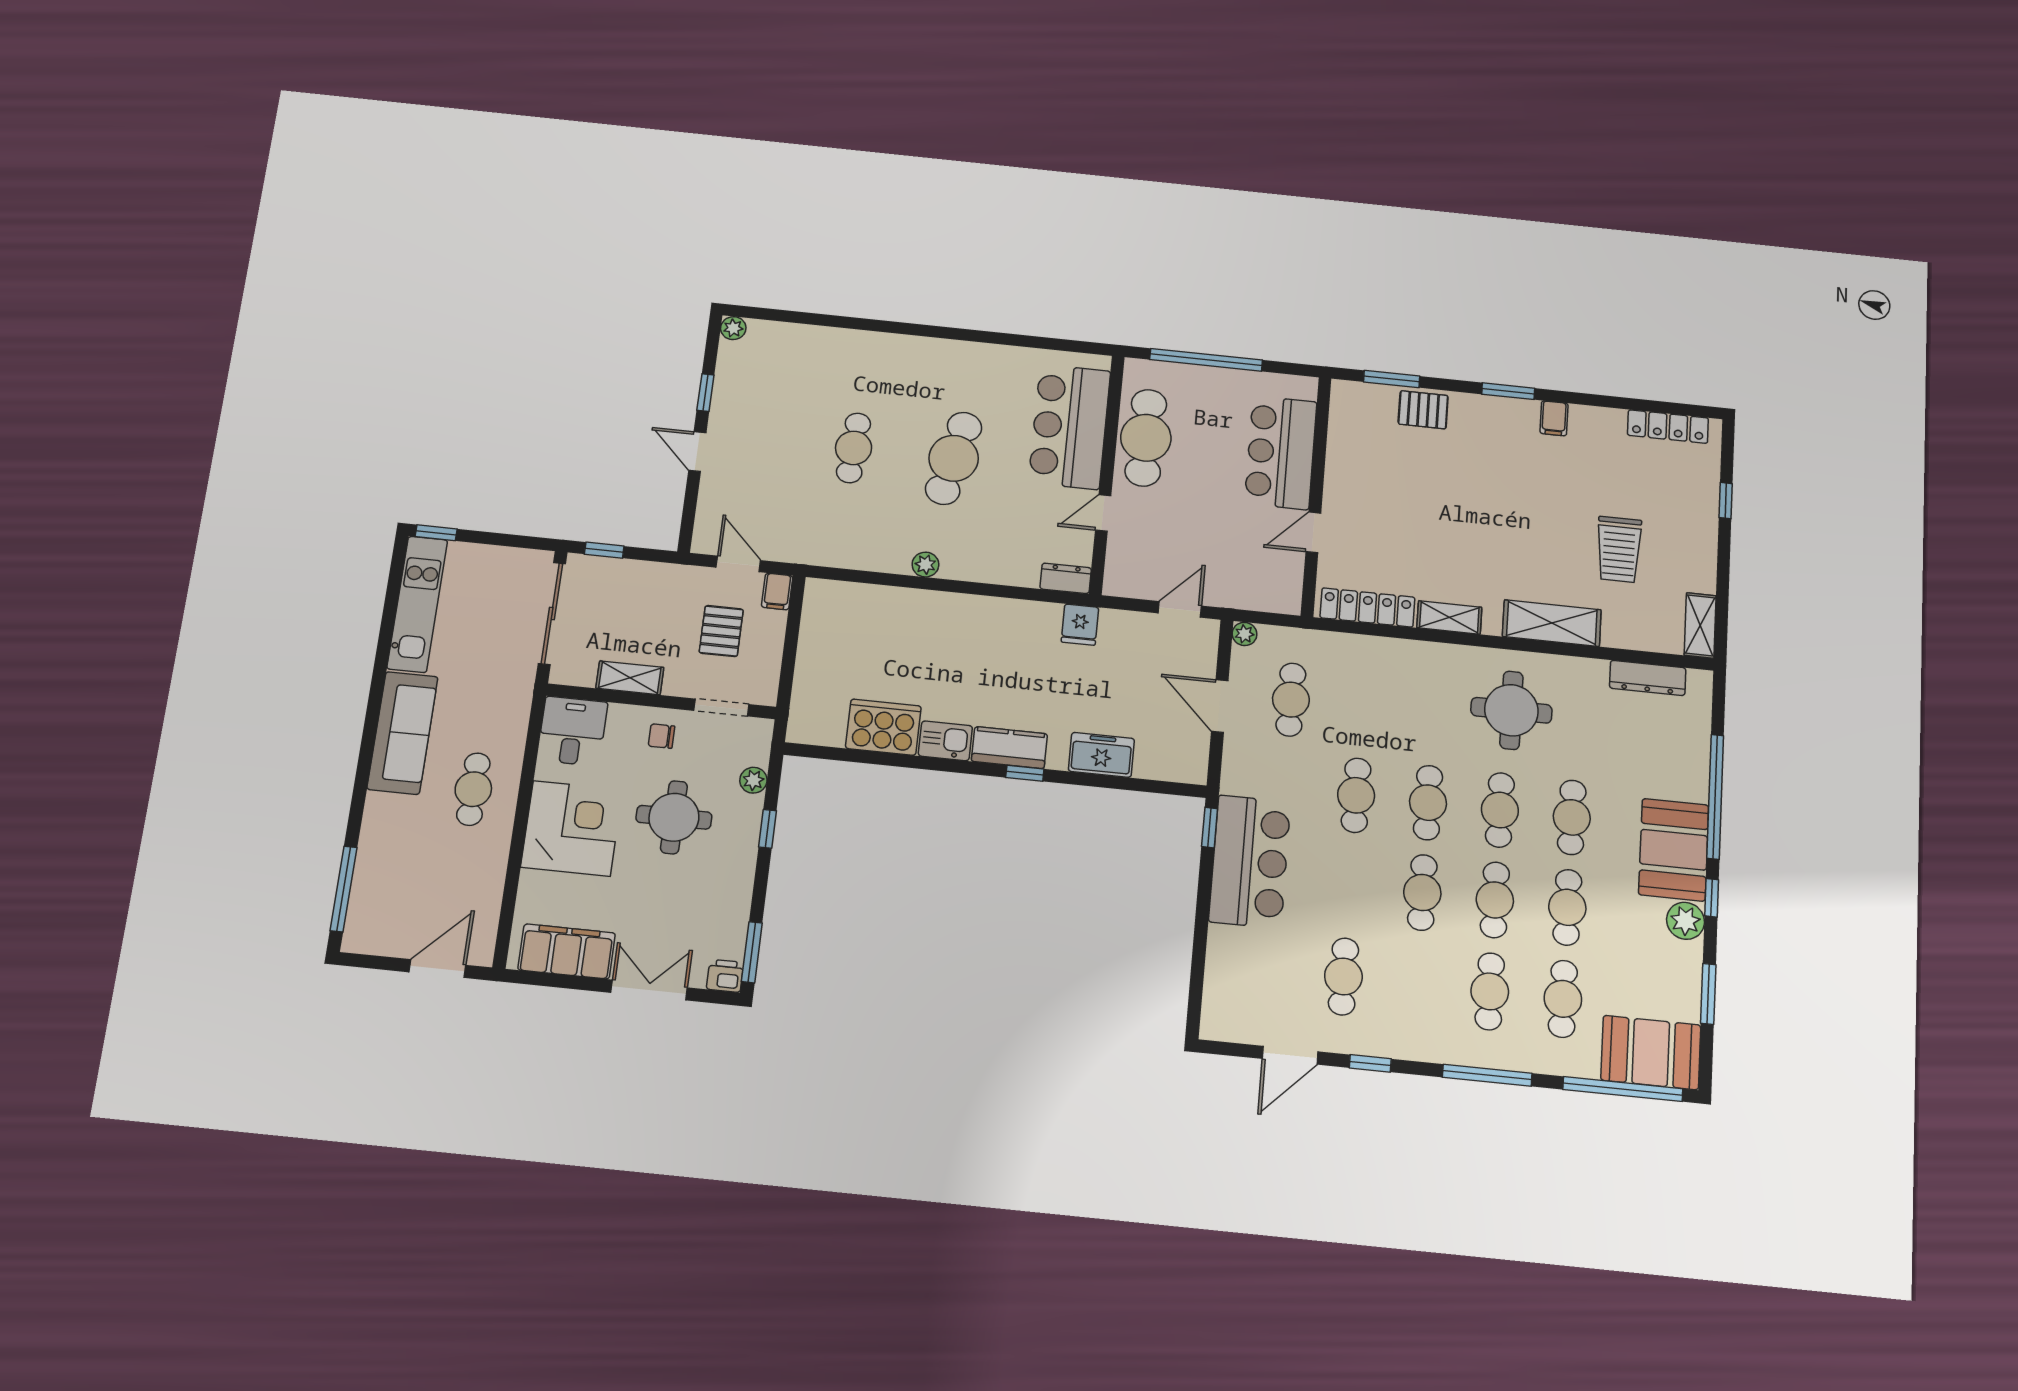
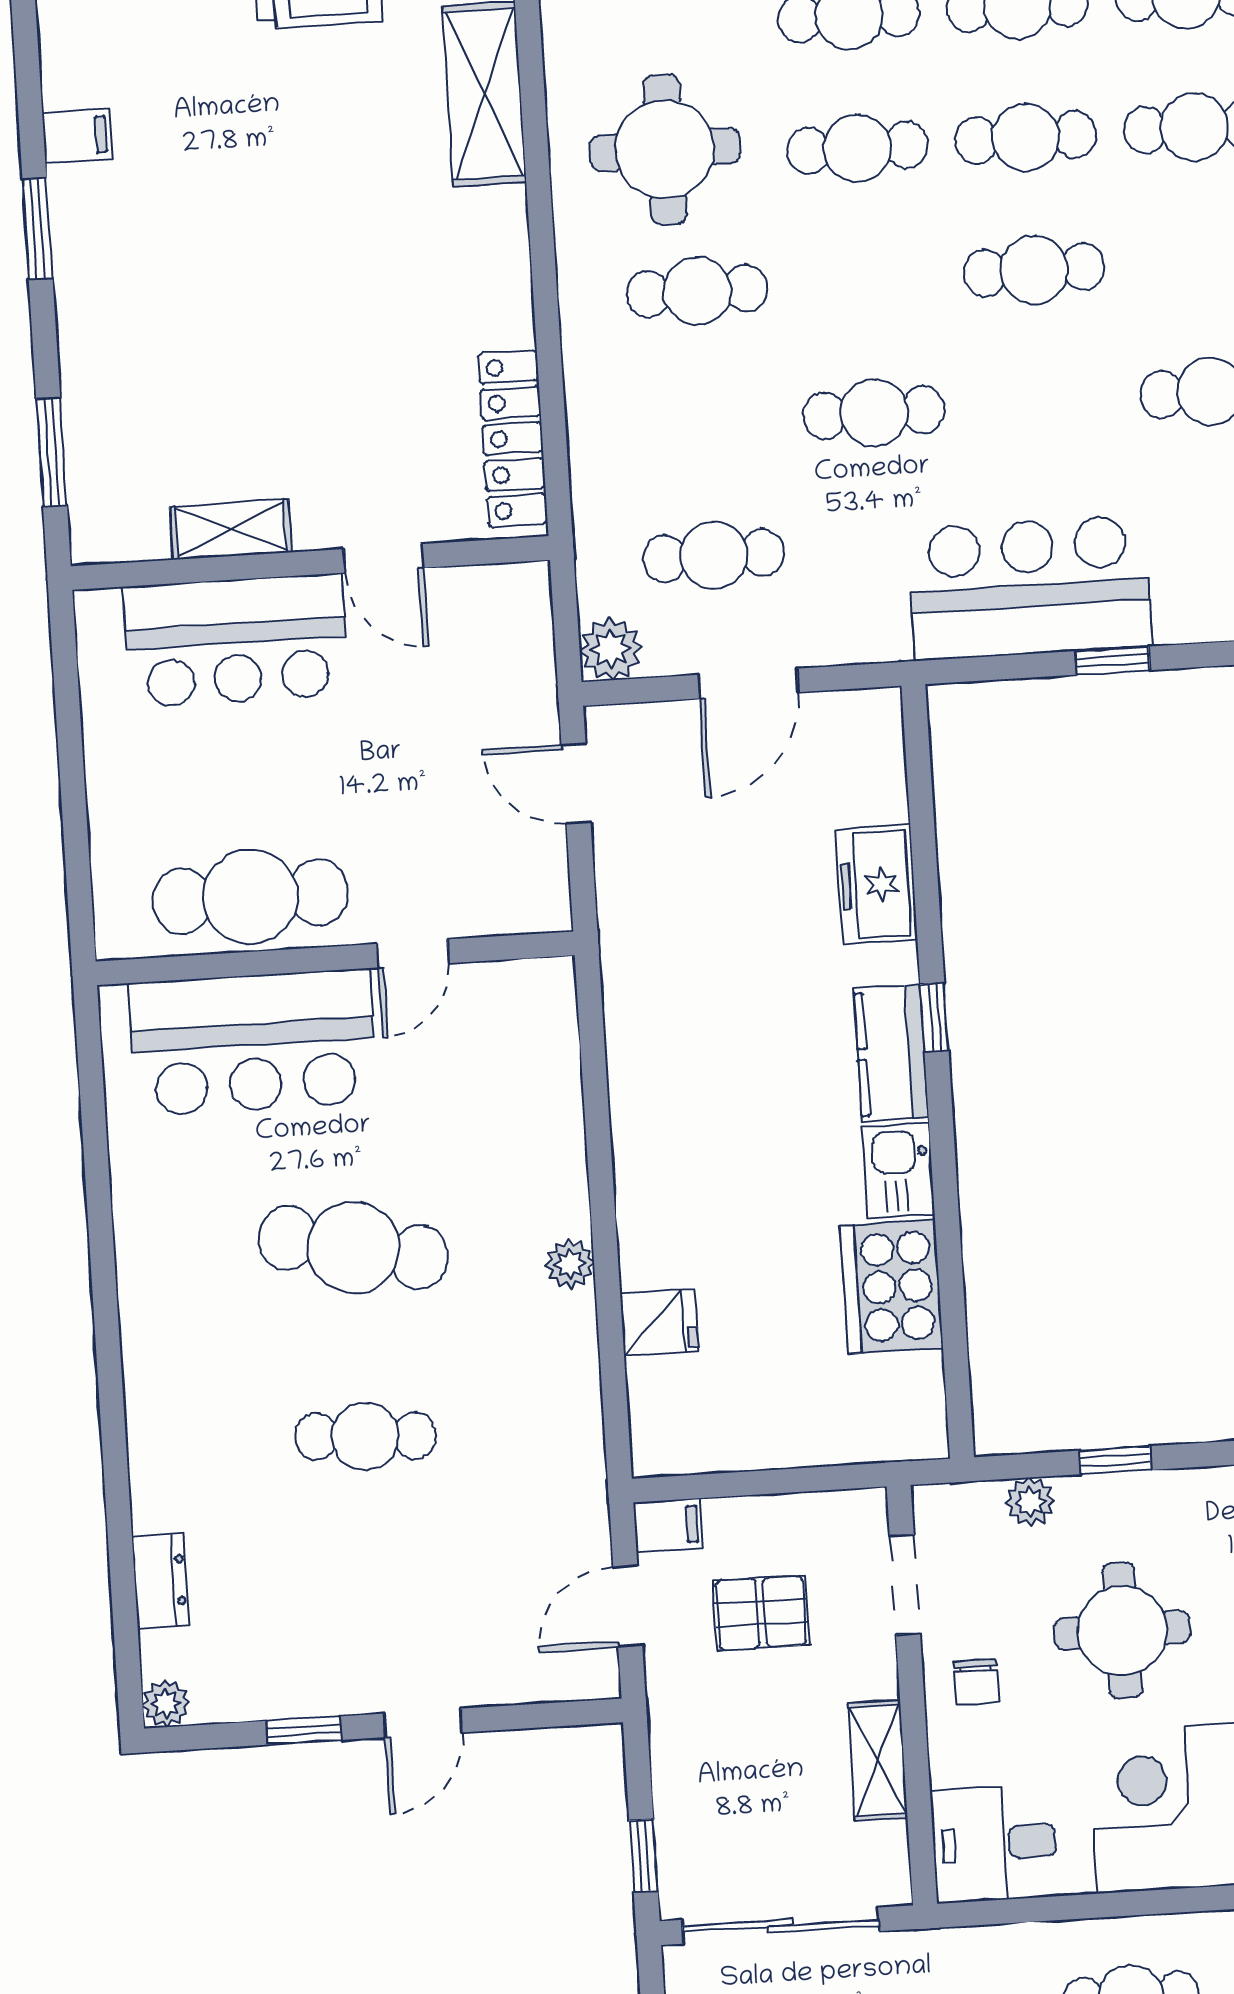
window: (1206, 360) -> (74, 807), removed
pallet: (1423, 410) -> (103, 385), removed
door: (1103, 513) -> (413, 953), hinge flipped
dresser: (1066, 578) -> (160, 1581), moved, turned 180
shelving: (1449, 617) -> (231, 529), moved, turned 90
fridge: (1080, 625) -> (659, 1323), moved
plant: (1244, 634) -> (611, 649), width x1.38, depth x1.38
cafe table: (1428, 803) -> (697, 291), moved
window: (1210, 828) -> (1112, 661), moved

